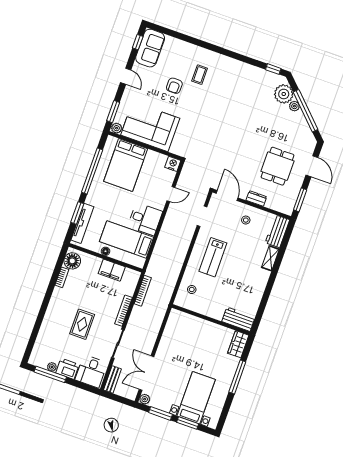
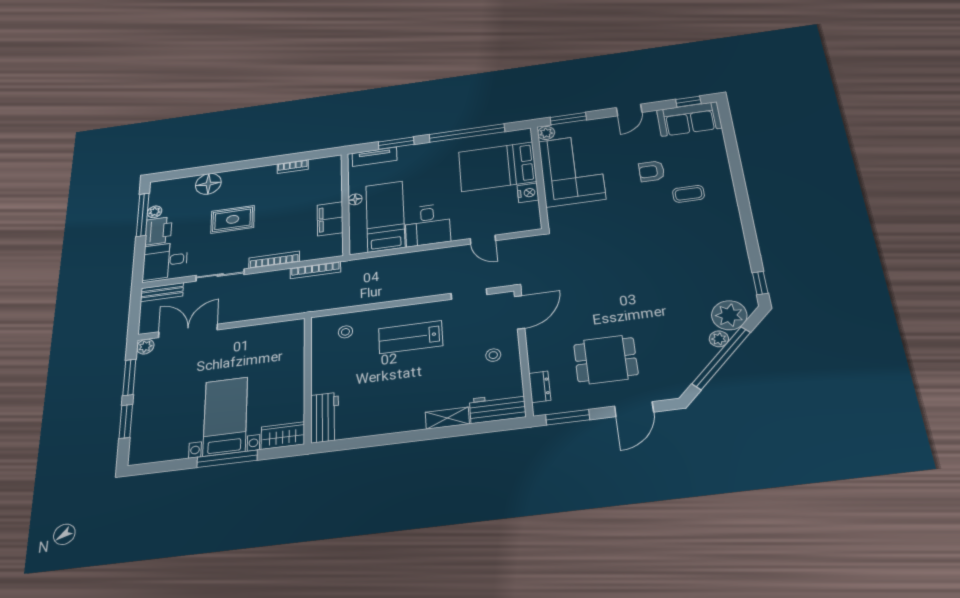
nightstand: (173, 164) -> (528, 193), moved
dresser: (256, 198) -> (540, 387), moved
tv unit: (82, 223) -> (375, 157), width x0.71
floor lamp: (72, 261) -> (208, 184), moved
bed with nightstands: (196, 398) -> (225, 416), moved, turned -90

